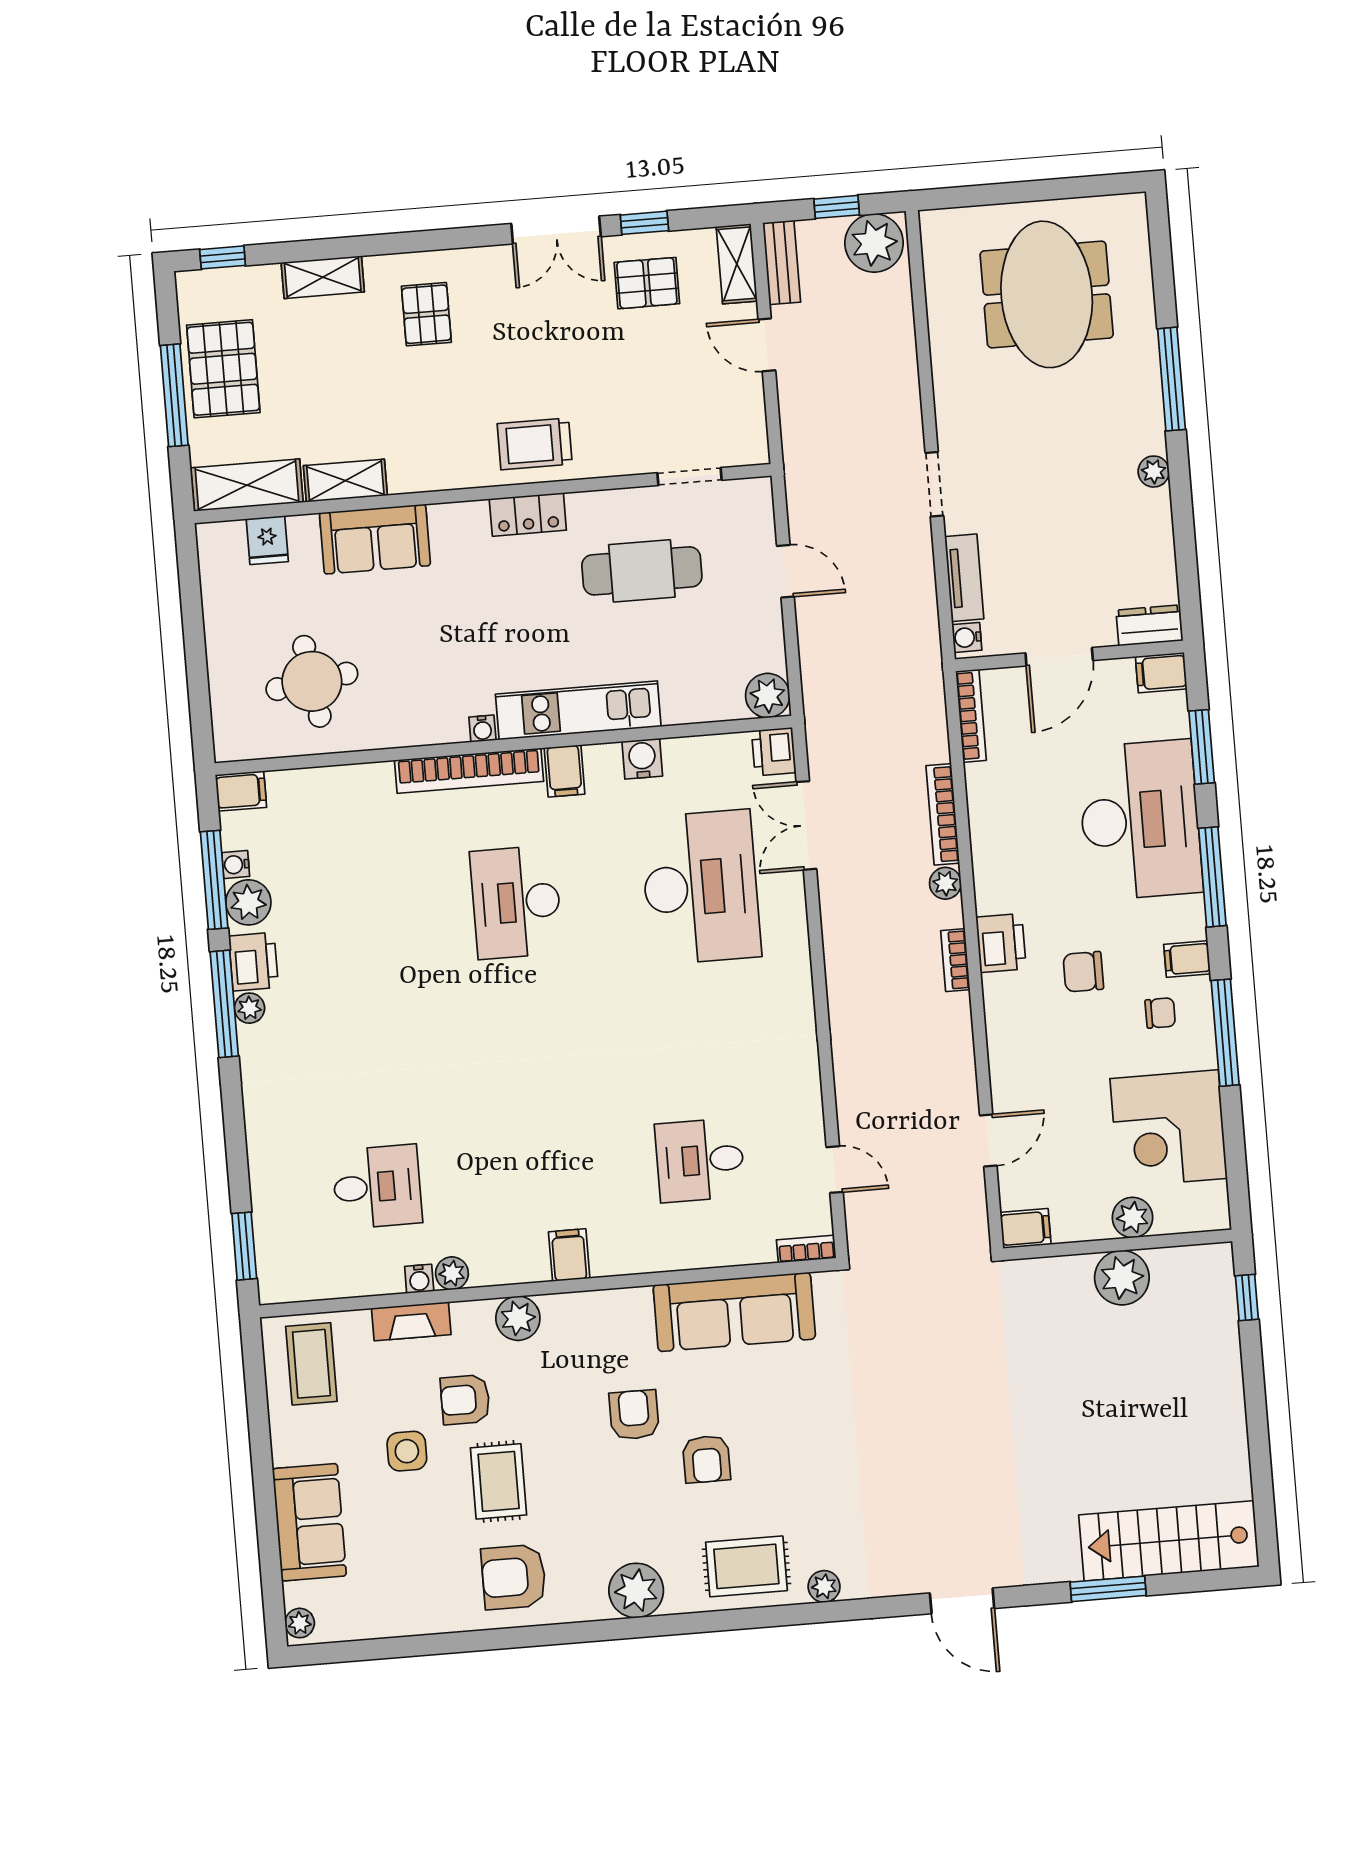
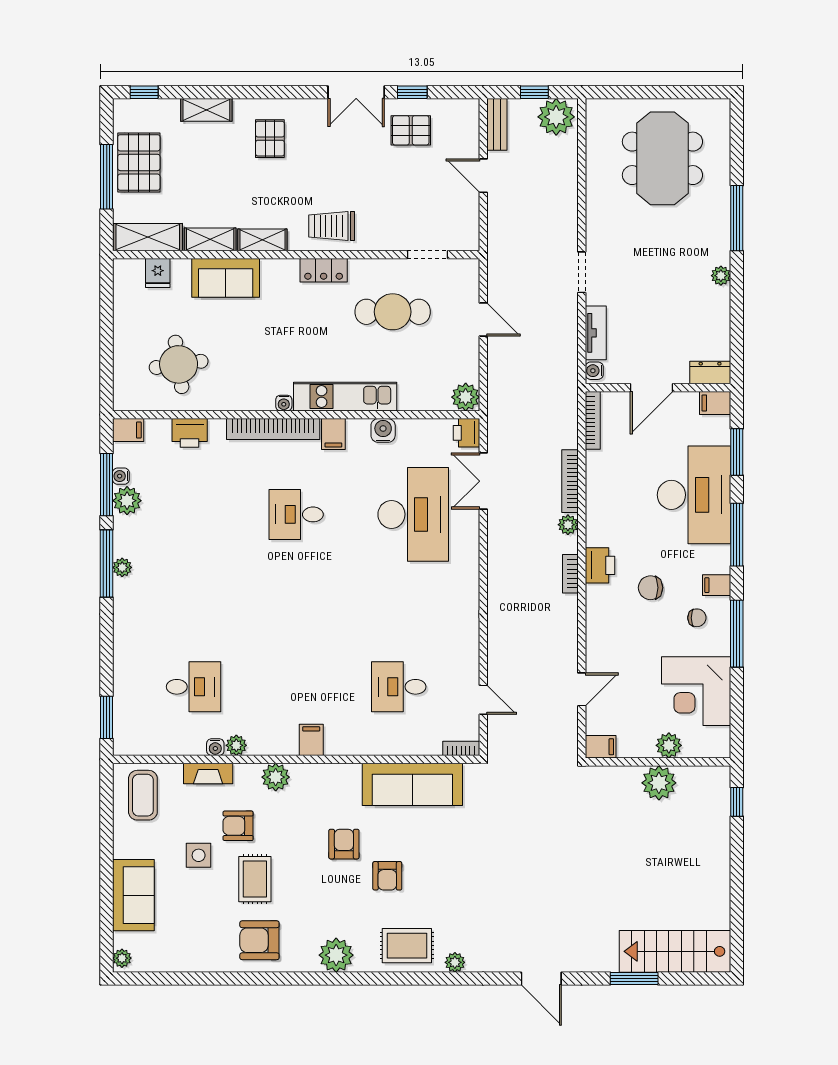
shelving: (737, 264) -> (262, 240), moved, turned 90
desk: (516, 902) -> (296, 514), width x0.73
printer: (254, 962) -> (190, 433), moved, turned 90

